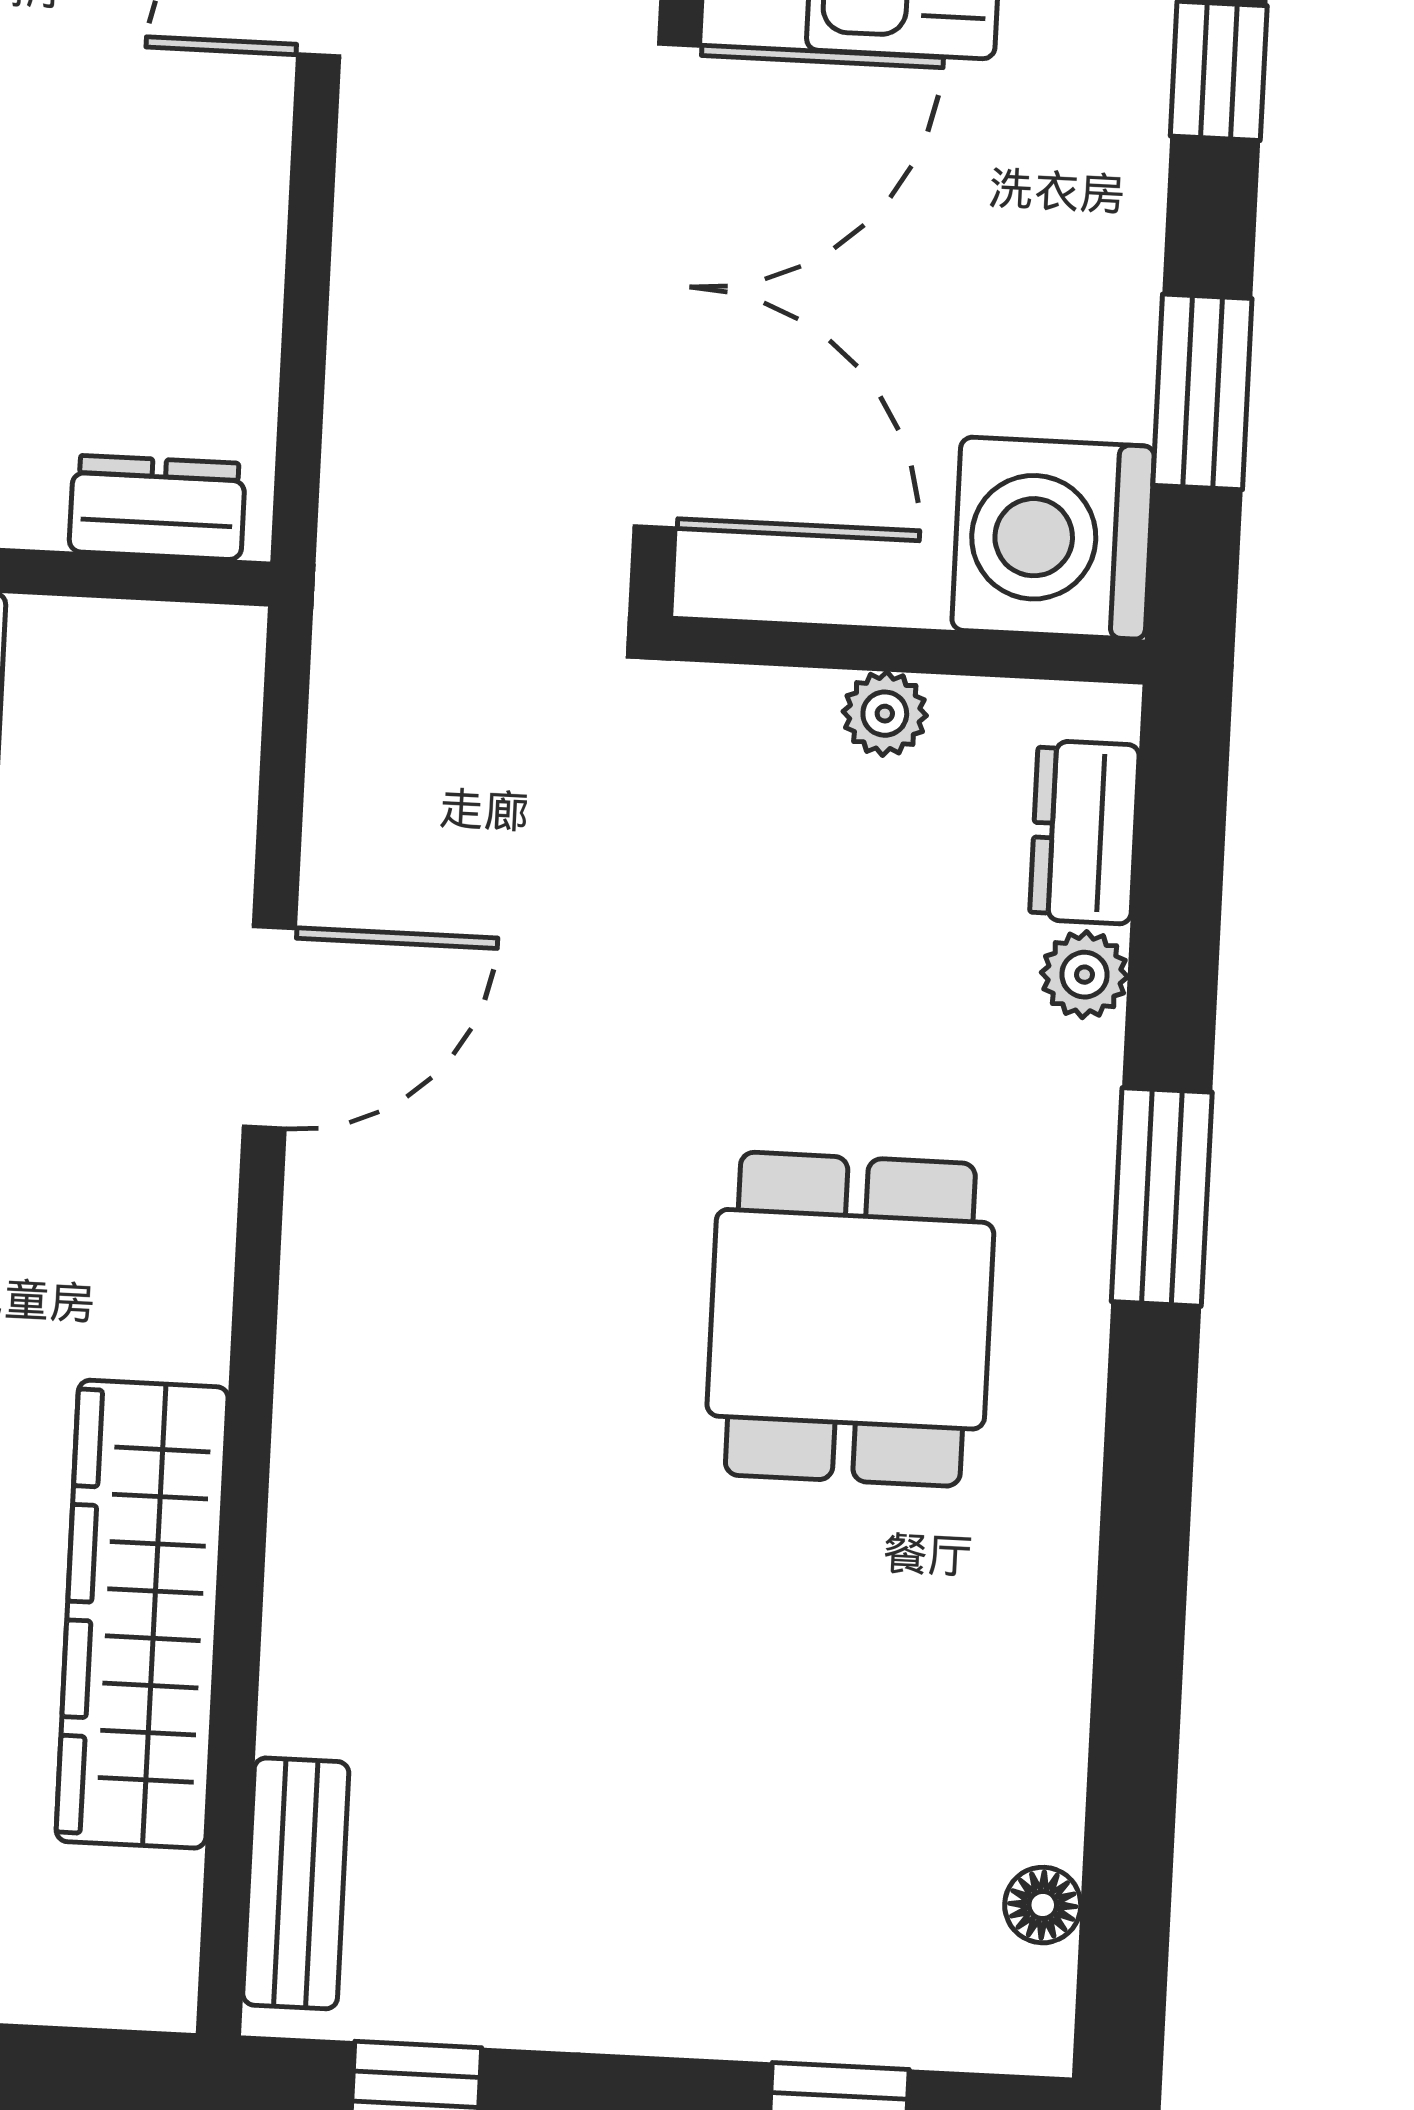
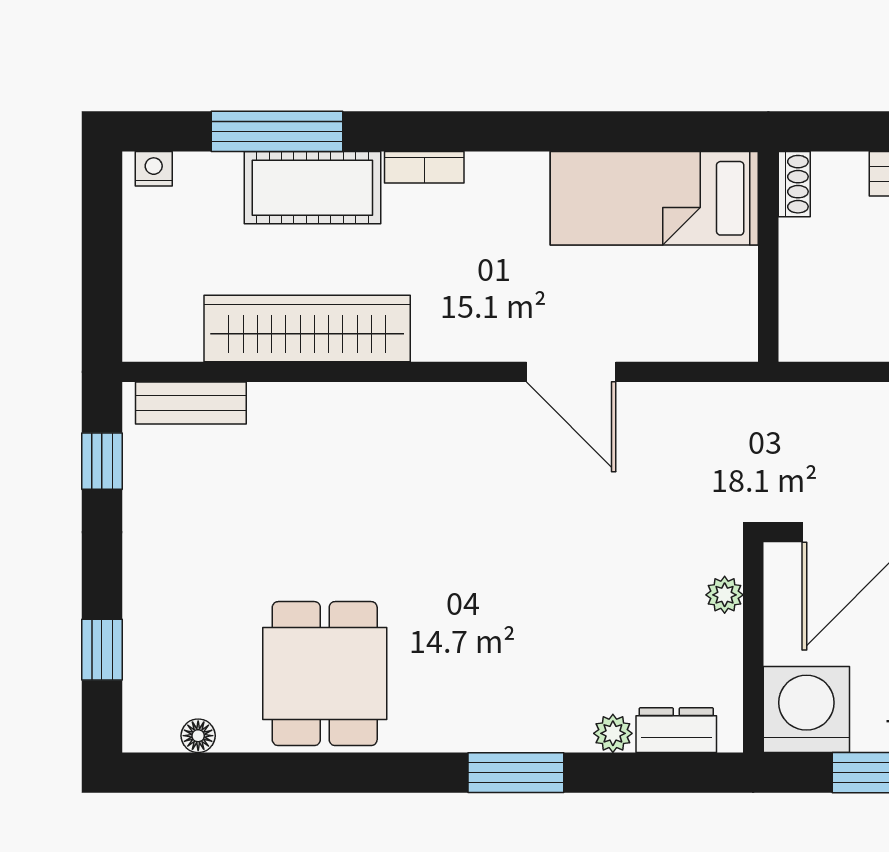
dresser: (157, 507) -> (800, 310), removed
plant: (885, 714) -> (725, 595), moved
dining table: (850, 1319) -> (325, 674), moved, turned 90

